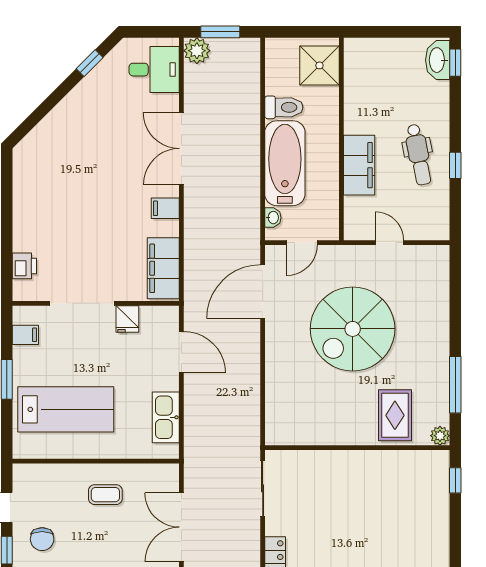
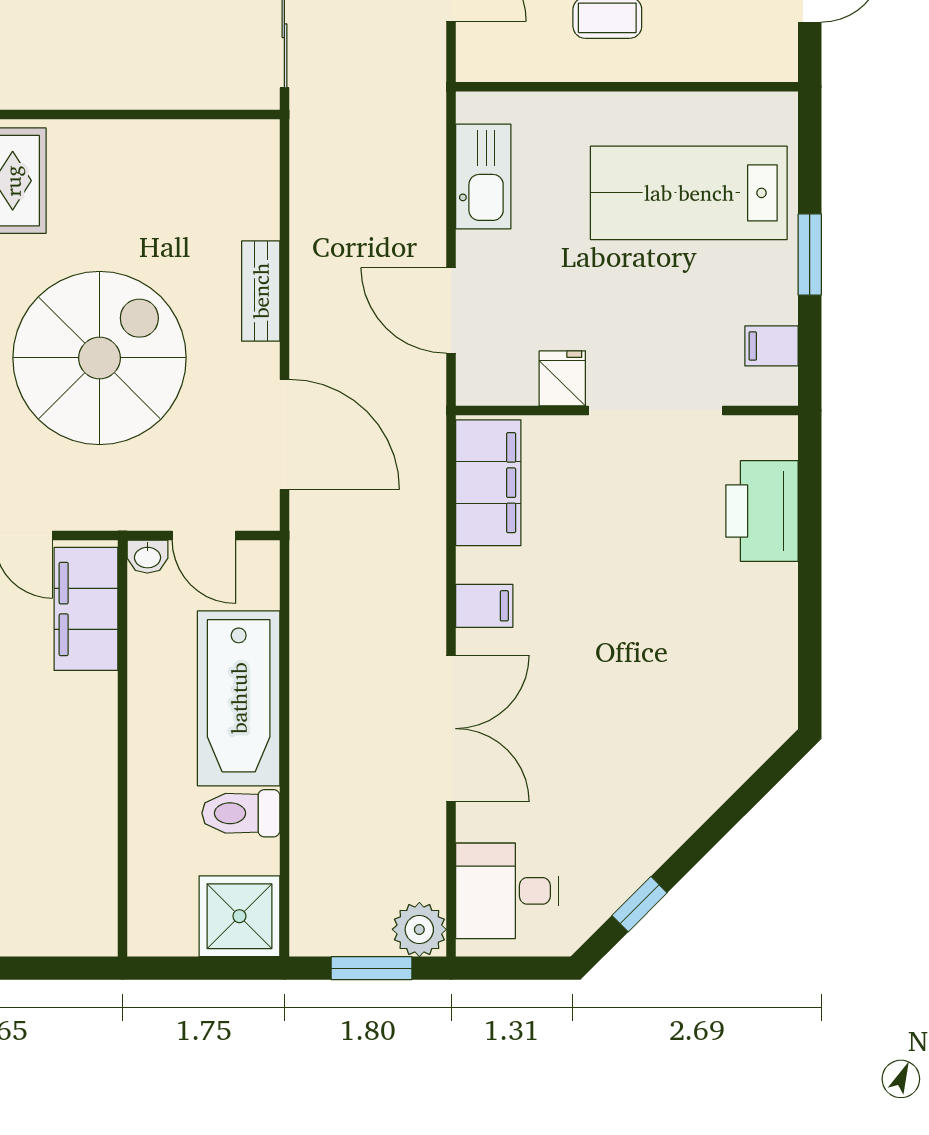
shower: (319, 65) -> (239, 916), moved
filing cabinet: (359, 165) -> (86, 609), moved
washbasin: (273, 218) -> (147, 557), moved, turned -90
door: (302, 243) -> (204, 536), swing flipped
printer: (24, 266) -> (762, 511), width x1.87, depth x1.48
door: (263, 292) -> (284, 434), hinge flipped
bench: (274, 362) -> (261, 291), added

